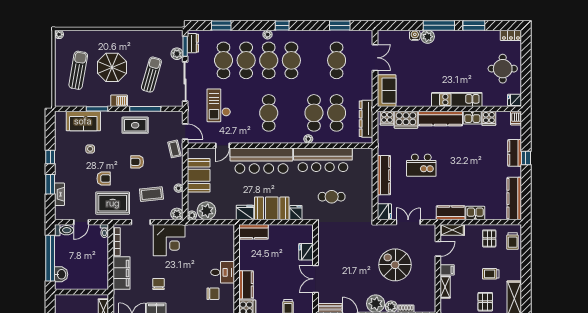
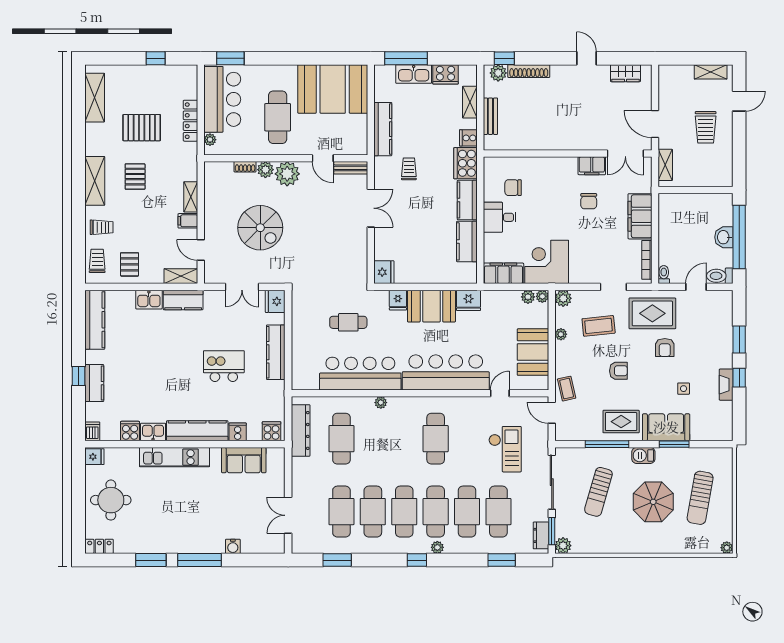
plant: (428, 37) -> (215, 544), removed
plant: (177, 54) -> (563, 546), moved
sofa: (387, 91) -> (244, 460), moved, turned -90
cafe table: (314, 113) -> (373, 512), moved
cooker: (406, 120) -> (238, 432), width x0.53, depth x0.76
sofa: (83, 121) -> (666, 427), moved
armchair: (104, 179) -> (665, 348), turned -90
fireplace: (59, 194) -> (726, 385), moved
plant: (206, 211) -> (528, 297), width x0.53, depth x0.53
filing cabinet: (220, 232) -> (503, 273), added
kitchen counter: (254, 232) -> (467, 241), moved, turned -90
corner desk: (169, 240) -> (547, 262), moved
door: (438, 249) -> (201, 250), hinge flipped
fridge: (306, 252) -> (384, 272), moved
washbasin: (61, 274) -> (724, 237), moved
trolley: (491, 274) -> (102, 227), moved

